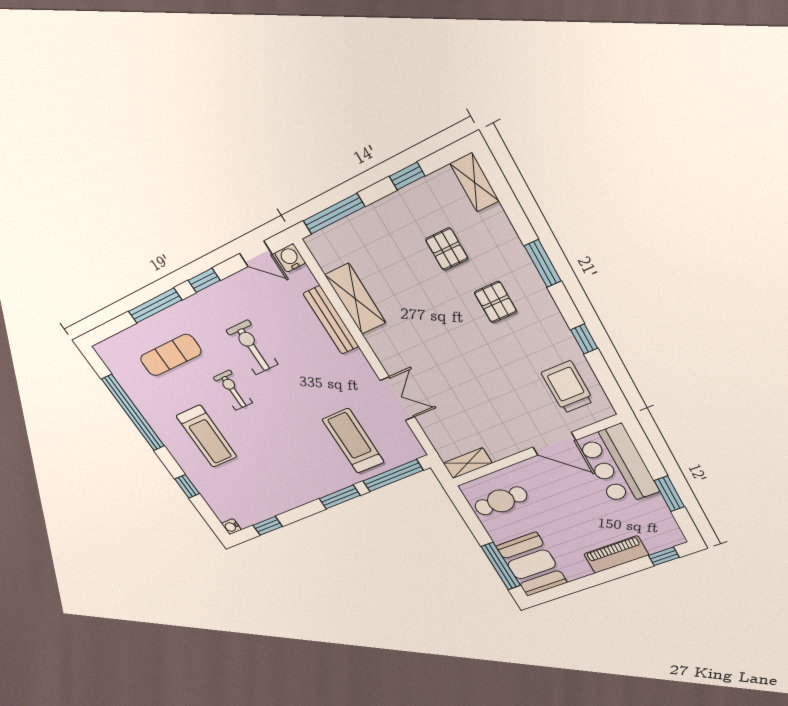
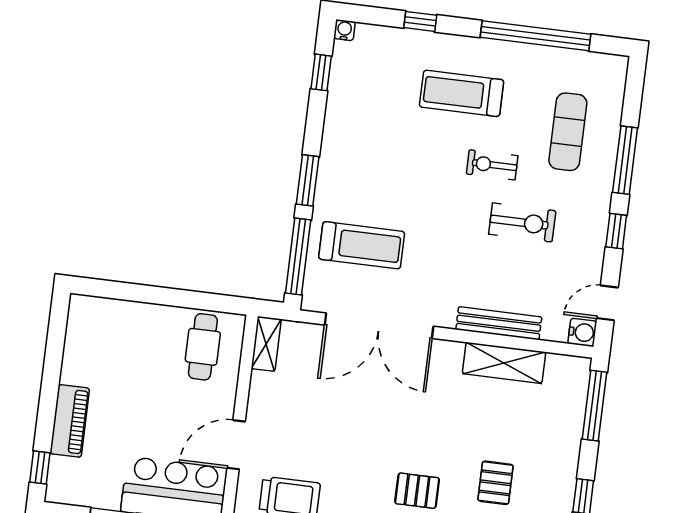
pallet: (447, 249) -> (495, 483), turned 90
exercise bike: (233, 390) -> (492, 165), turned 180
double door: (397, 399) -> (379, 326), width x1.87
booth: (532, 564) -> (108, 325), removed
window: (501, 566) -> (124, 291), removed

